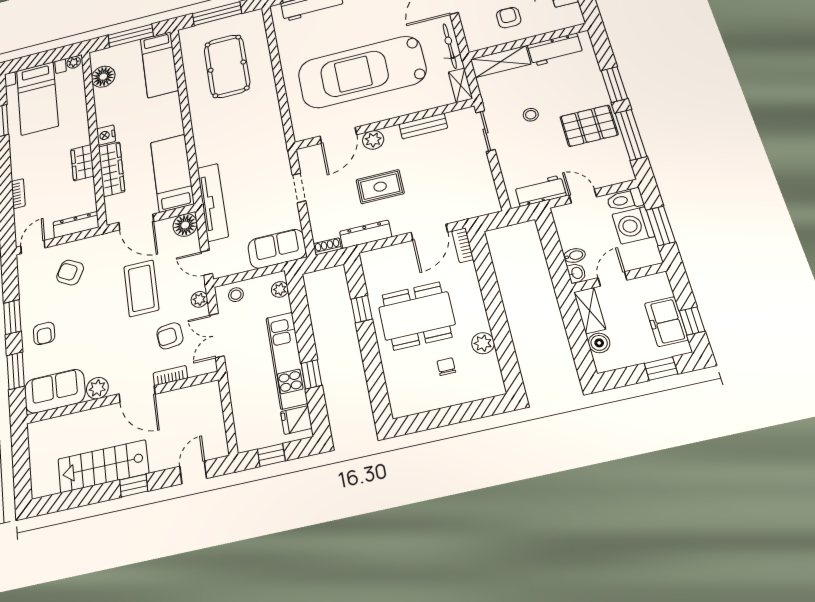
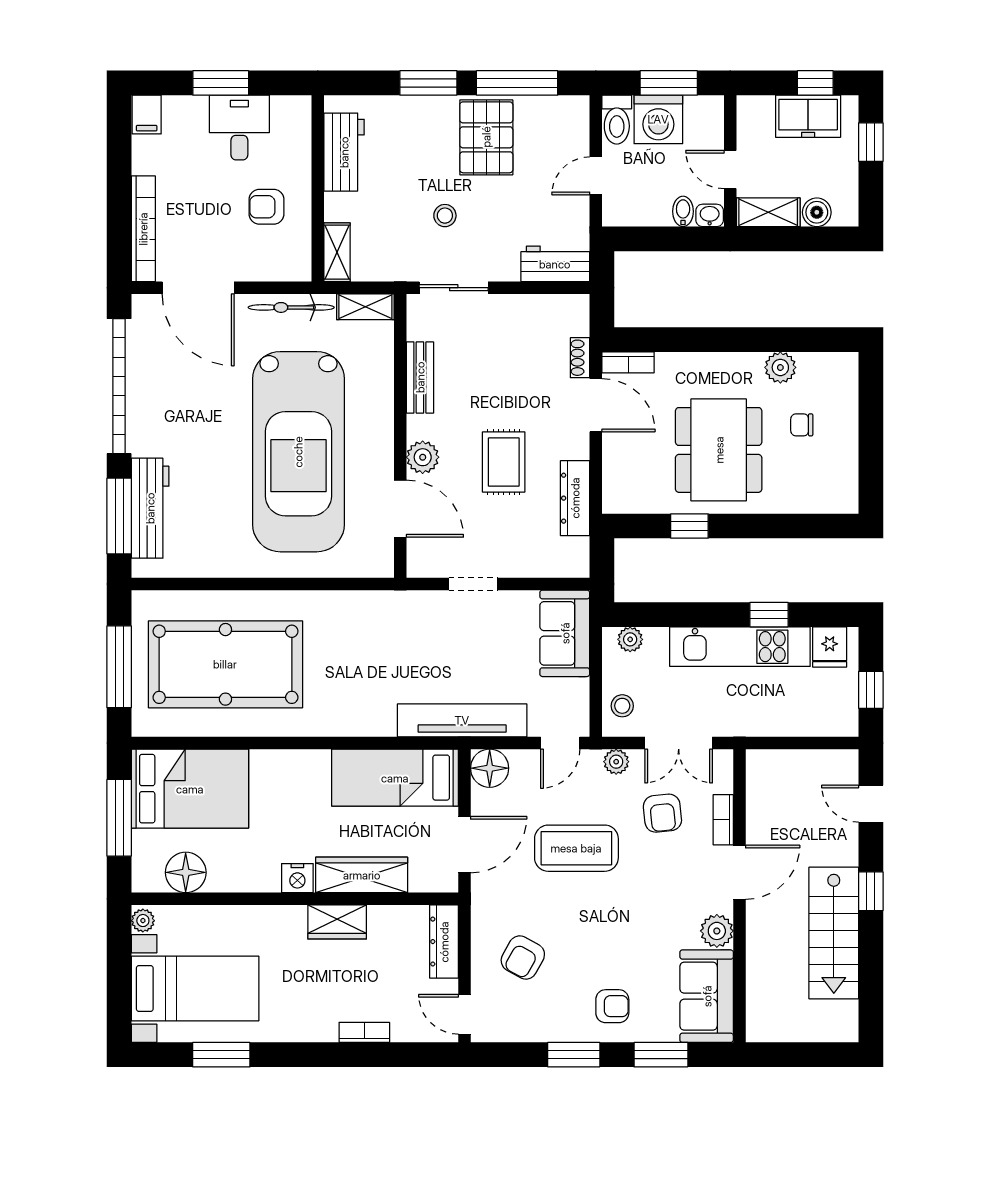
shelving: (501, 62) -> (337, 252), width x0.67, depth x0.75
bed: (159, 65) -> (190, 789), width x1.50
pool table: (227, 66) -> (225, 664), width x1.36, depth x1.32
workbench: (540, 191) -> (555, 264), moved, turned 90
shoe rack: (327, 246) -> (580, 358), moved

